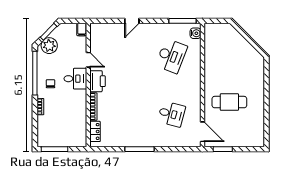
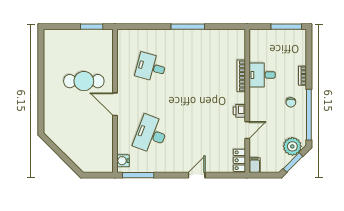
door: (88, 60) -> (247, 130), swing flipped
desk: (75, 79) -> (262, 75), moved
printer: (97, 81) -> (239, 111), width x0.53, depth x0.68
locker: (95, 131) -> (239, 160), moved
door: (202, 132) -> (115, 104), moved

